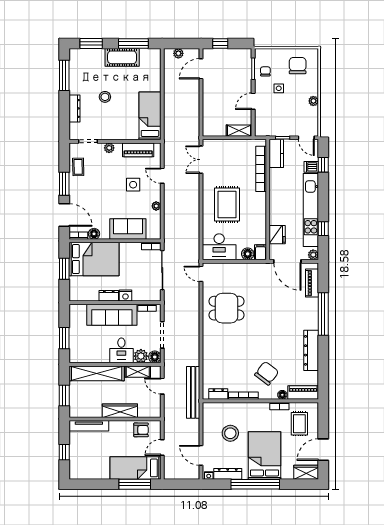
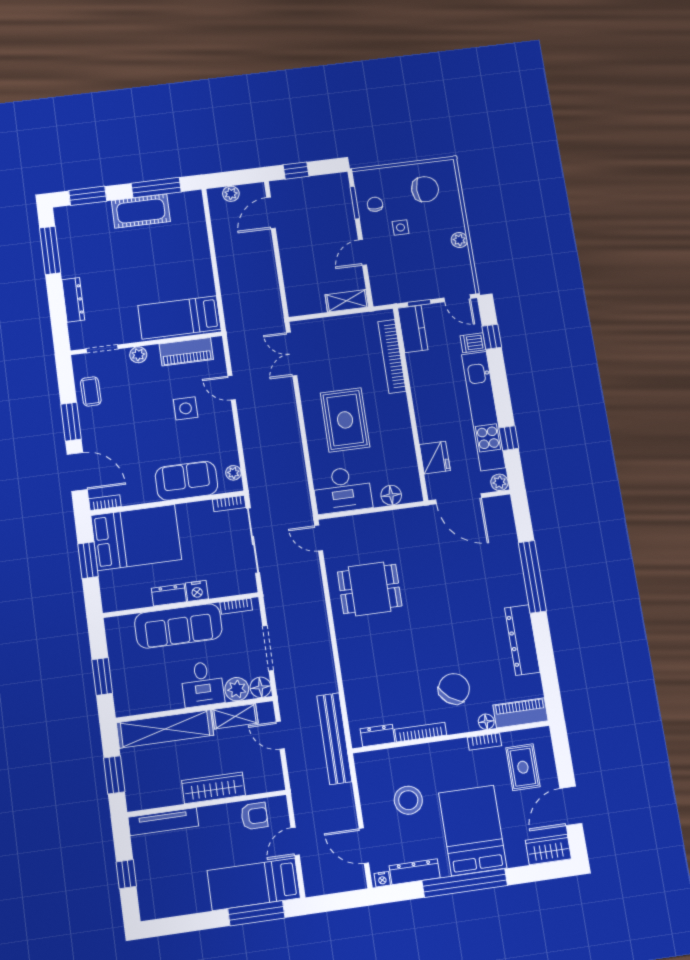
chair: (298, 66) -> (425, 189), turned 90
stool: (105, 97) -> (121, 276), removed
bed: (150, 116) -> (179, 317), moved, turned -90
plant: (156, 206) -> (233, 473), moved
floor lamp: (94, 234) -> (131, 496), removed
filing cabinet: (260, 252) -> (412, 490), removed
piano: (312, 283) -> (505, 529), removed

